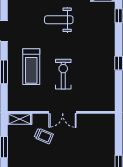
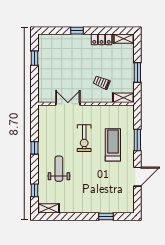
weight bench: (59, 20) -> (59, 169), moved, turned -90
double door: (63, 112) -> (68, 104), moved

